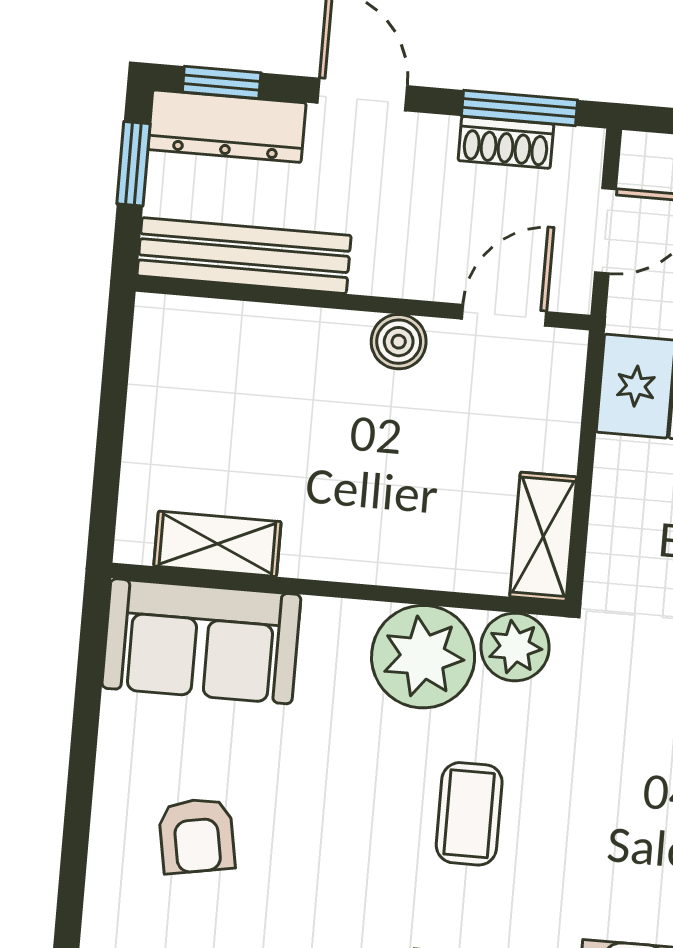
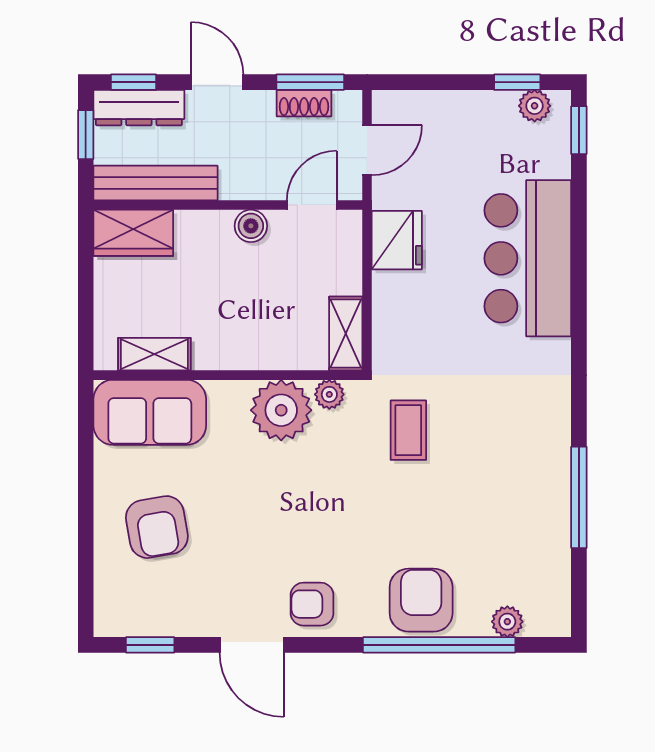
wardrobe: (200, 336) -> (133, 233), added
plant: (515, 647) -> (329, 394), width x0.73, depth x0.73
coffee table: (469, 814) -> (408, 430), moved
armchair: (197, 836) -> (157, 527), width x1.38, depth x1.38

